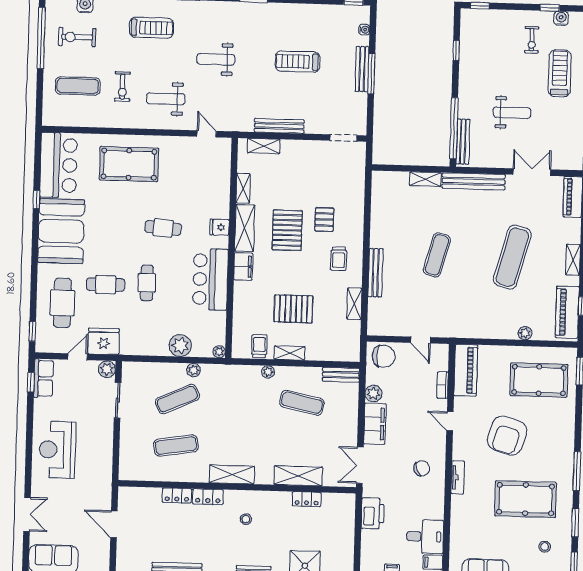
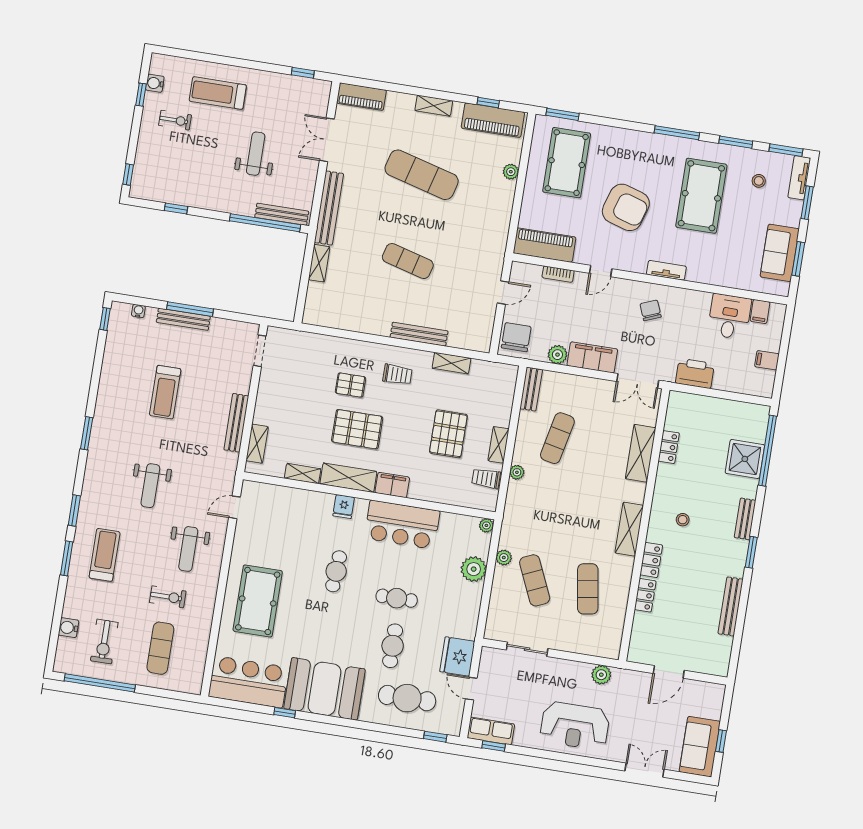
plant: (107, 369) -> (601, 675), moved

